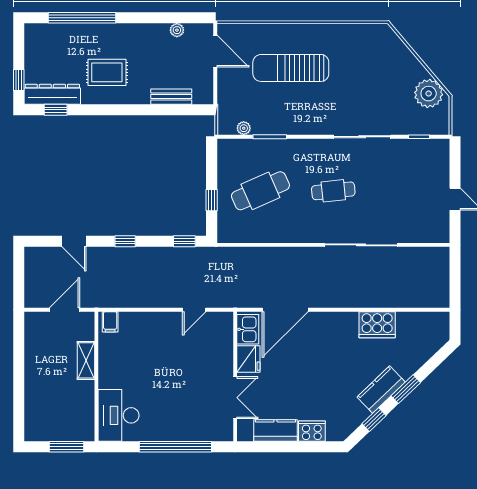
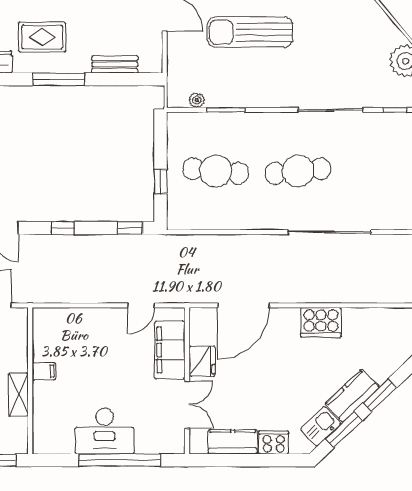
window: (122, 110) -> (59, 79), added
cafe table: (260, 191) -> (216, 171), turned 30
cafe table: (333, 191) -> (298, 171), width x1.37, depth x1.35
filing cabinet: (110, 322) -> (44, 371), moved, turned -90
cooker: (377, 325) -> (321, 322), moved
kitchen sink: (248, 329) -> (321, 426), moved, turned -134
filing cabinet: (220, 349) -> (170, 350), added
shelving: (86, 360) -> (18, 395), moved
desk: (118, 415) -> (105, 431), moved, turned -90
window: (374, 420) -> (344, 430), width x1.50

